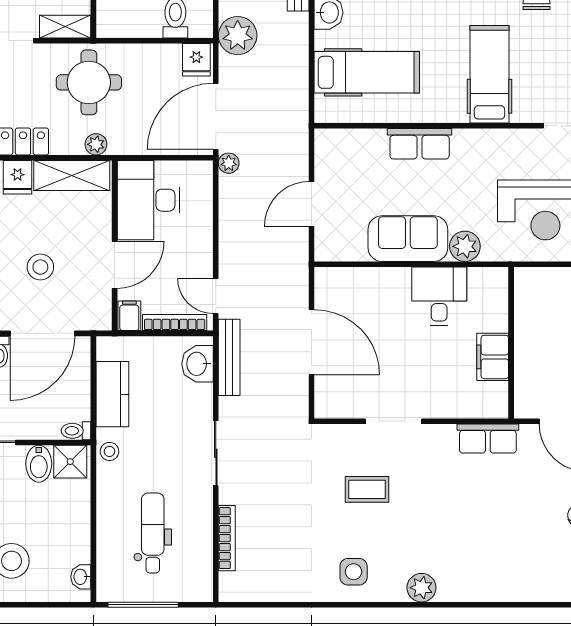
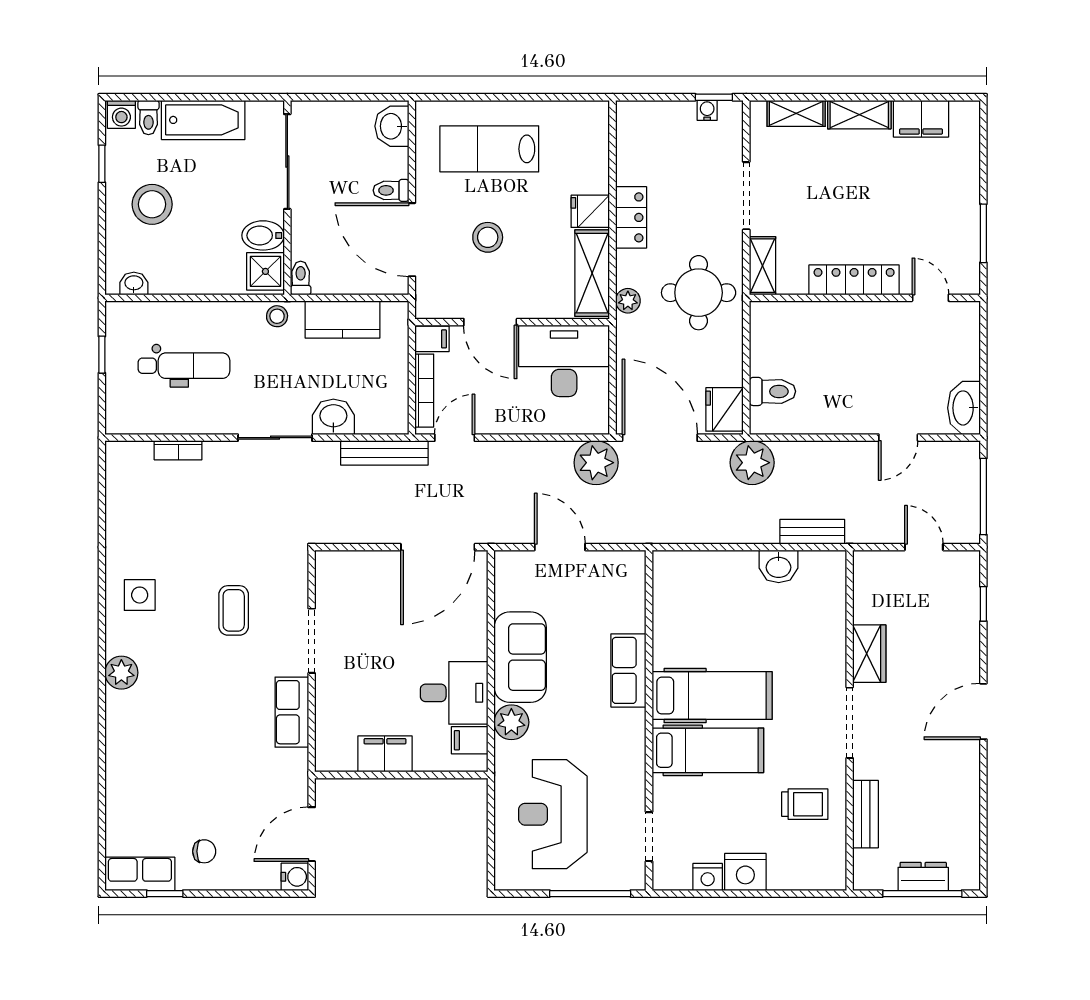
fridge: (196, 60) -> (724, 409), width x1.38
hospital bed: (367, 72) -> (712, 696), moved, turned -90
plant: (229, 163) -> (596, 463), width x1.88, depth x1.88
filing cabinet: (481, 283) -> (470, 740), added
door: (312, 342) -> (438, 547), moved
washbasin: (198, 364) -> (333, 417), moved
row of seats: (488, 439) -> (292, 712), moved
bookcase: (227, 538) -> (178, 450), width x0.64
window: (143, 605) -> (102, 355), width x0.46

